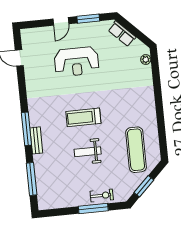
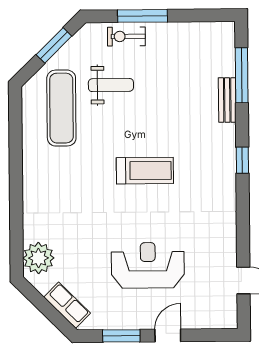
plant: (146, 60) -> (38, 258), width x1.88, depth x1.88
window: (26, 129) -> (242, 160), width x0.46
bench: (36, 140) -> (227, 100), moved
weight bench: (88, 152) -> (111, 85), moved

